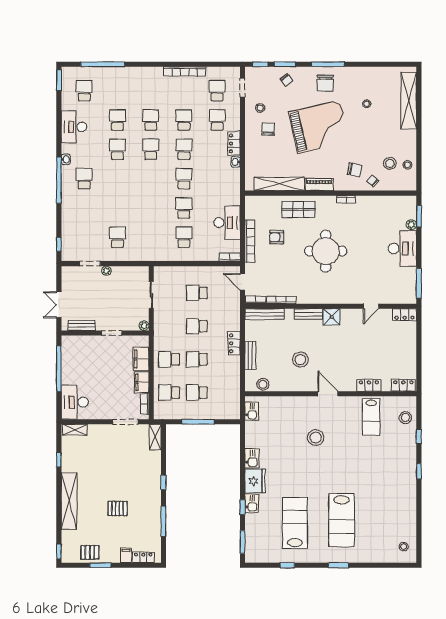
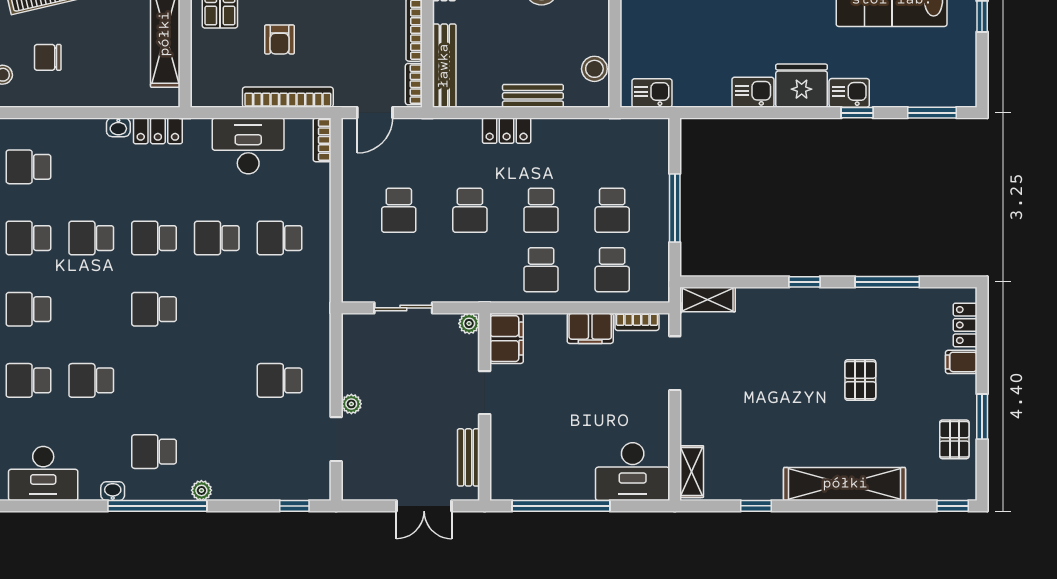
locker: (234, 143) -> (158, 131), moved
school desk: (151, 149) -> (154, 309), moved
plant: (66, 201) -> (201, 490), added
filing cabinet: (141, 359) -> (507, 339), moved, turned -90

